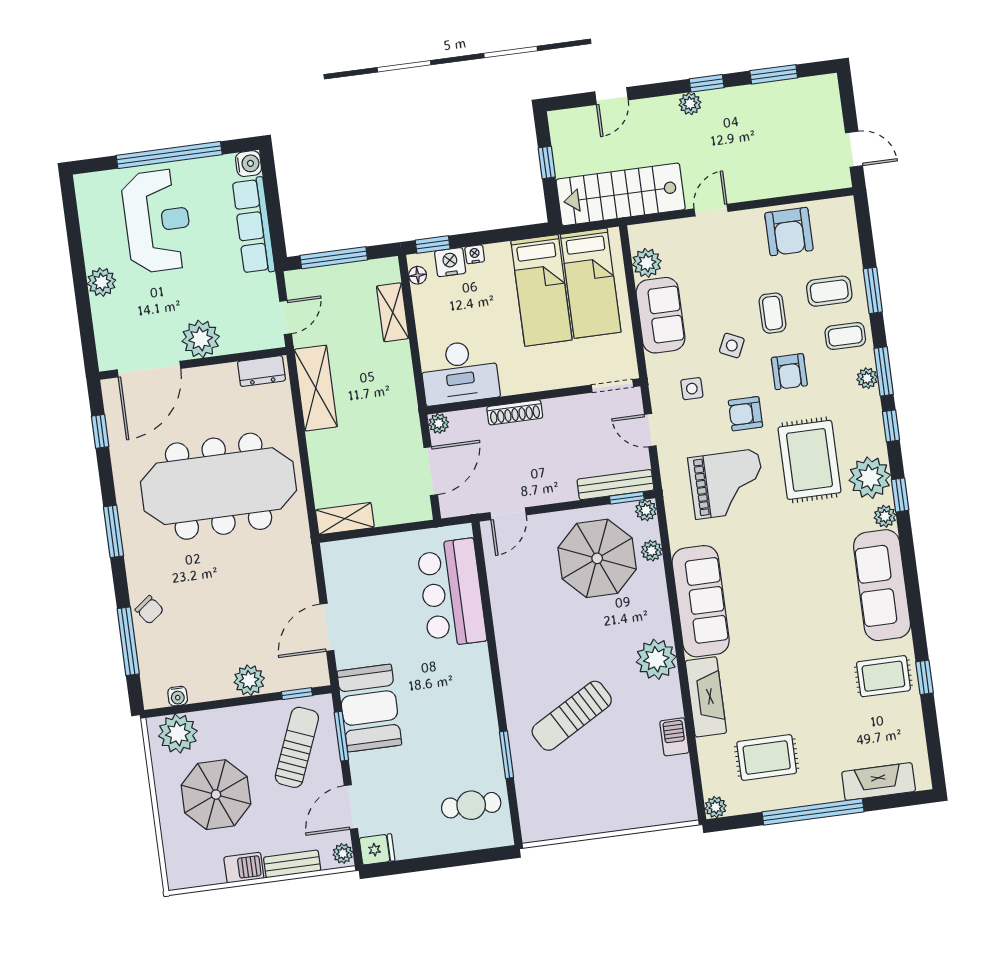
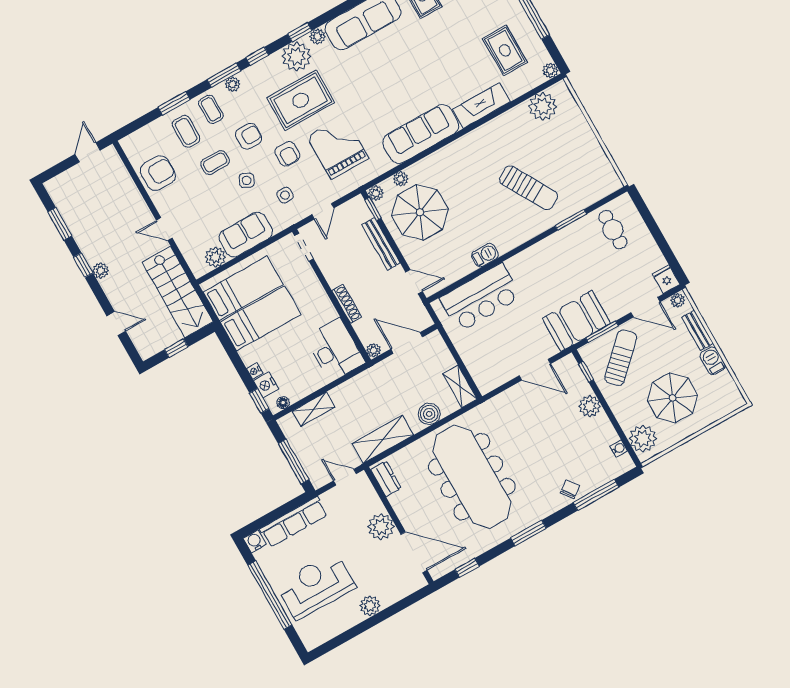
boiler: (325, 463) -> (429, 414), added
bench: (615, 485) -> (381, 244), moved
plant: (656, 659) -> (543, 106), moved
barbecue: (674, 737) -> (485, 255), moved, turned 180
sun lounger: (297, 747) -> (621, 358), turned 114

